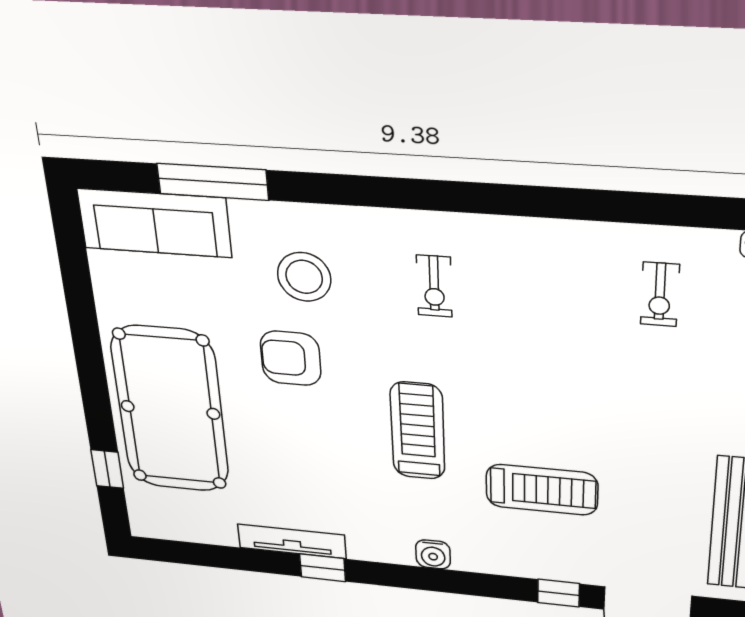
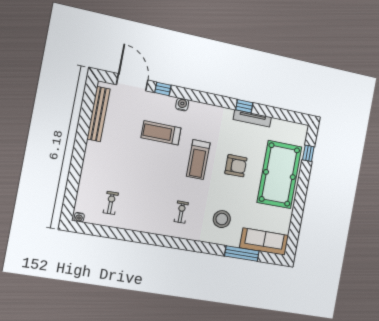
armchair: (291, 358) -> (236, 166), moved
water cooler: (433, 554) -> (182, 104), moved

